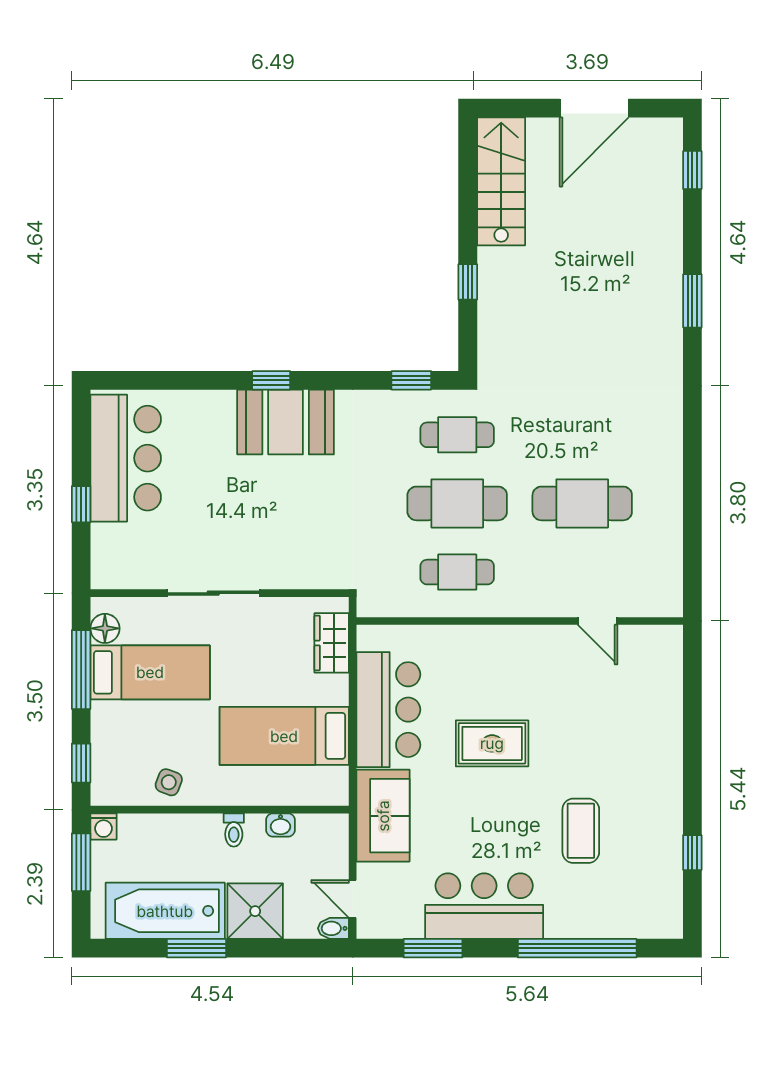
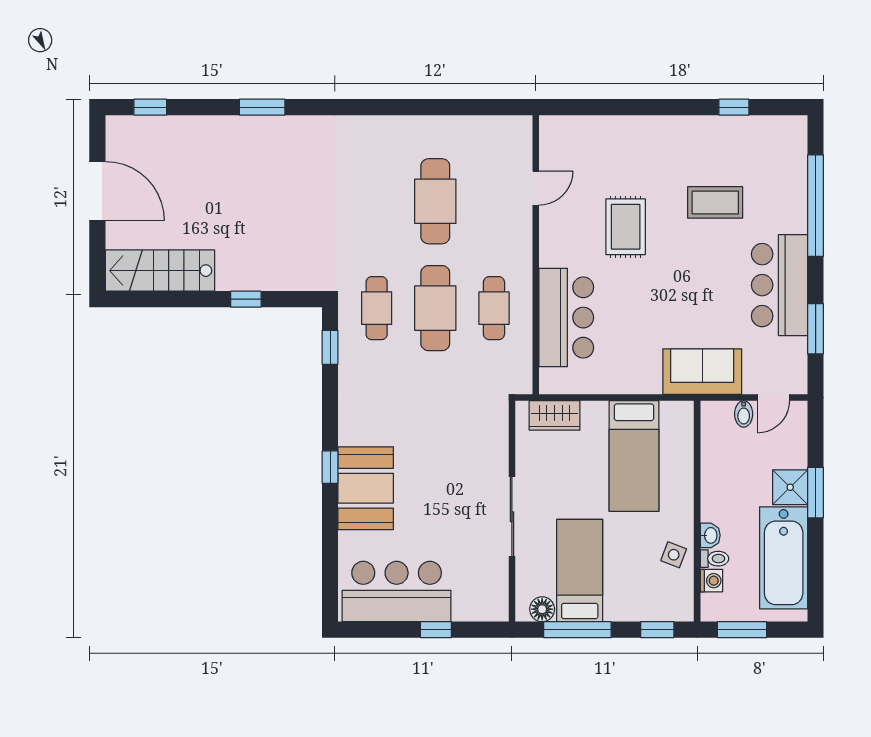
booth: (286, 422) -> (366, 488), moved
bar counter: (388, 710) -> (566, 318), moved, turned 90
rug: (492, 743) -> (626, 227), moved
washbasin: (280, 825) -> (710, 535), moved
washing machine: (103, 826) -> (711, 581), moved
toilet: (234, 830) -> (714, 559), moved
shower: (255, 911) -> (790, 487), width x0.73, depth x0.73
bidet: (333, 928) -> (744, 414), moved
window: (196, 948) -> (816, 493), moved

